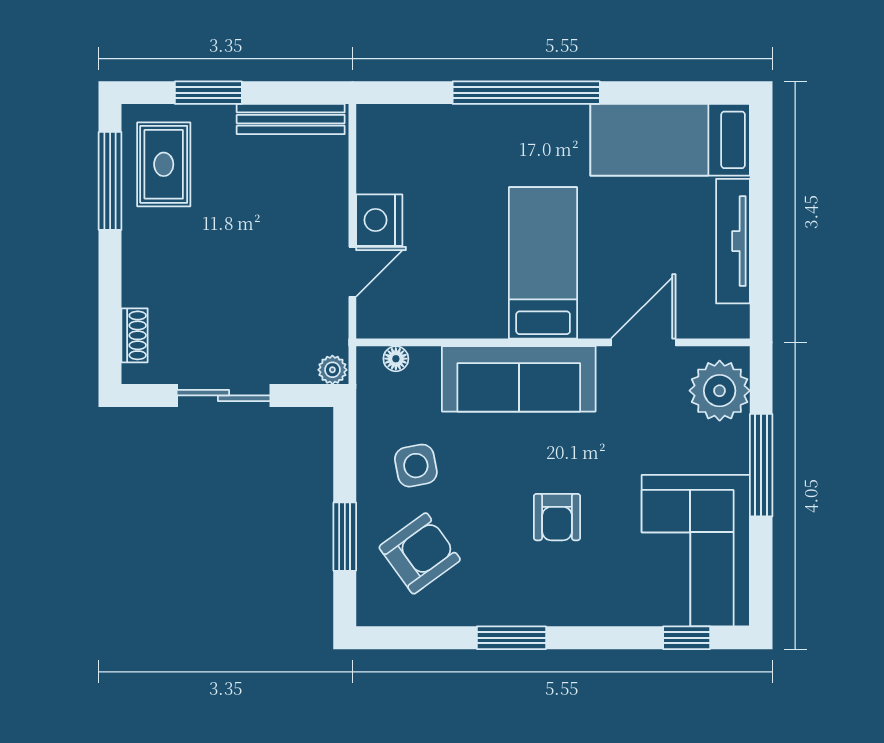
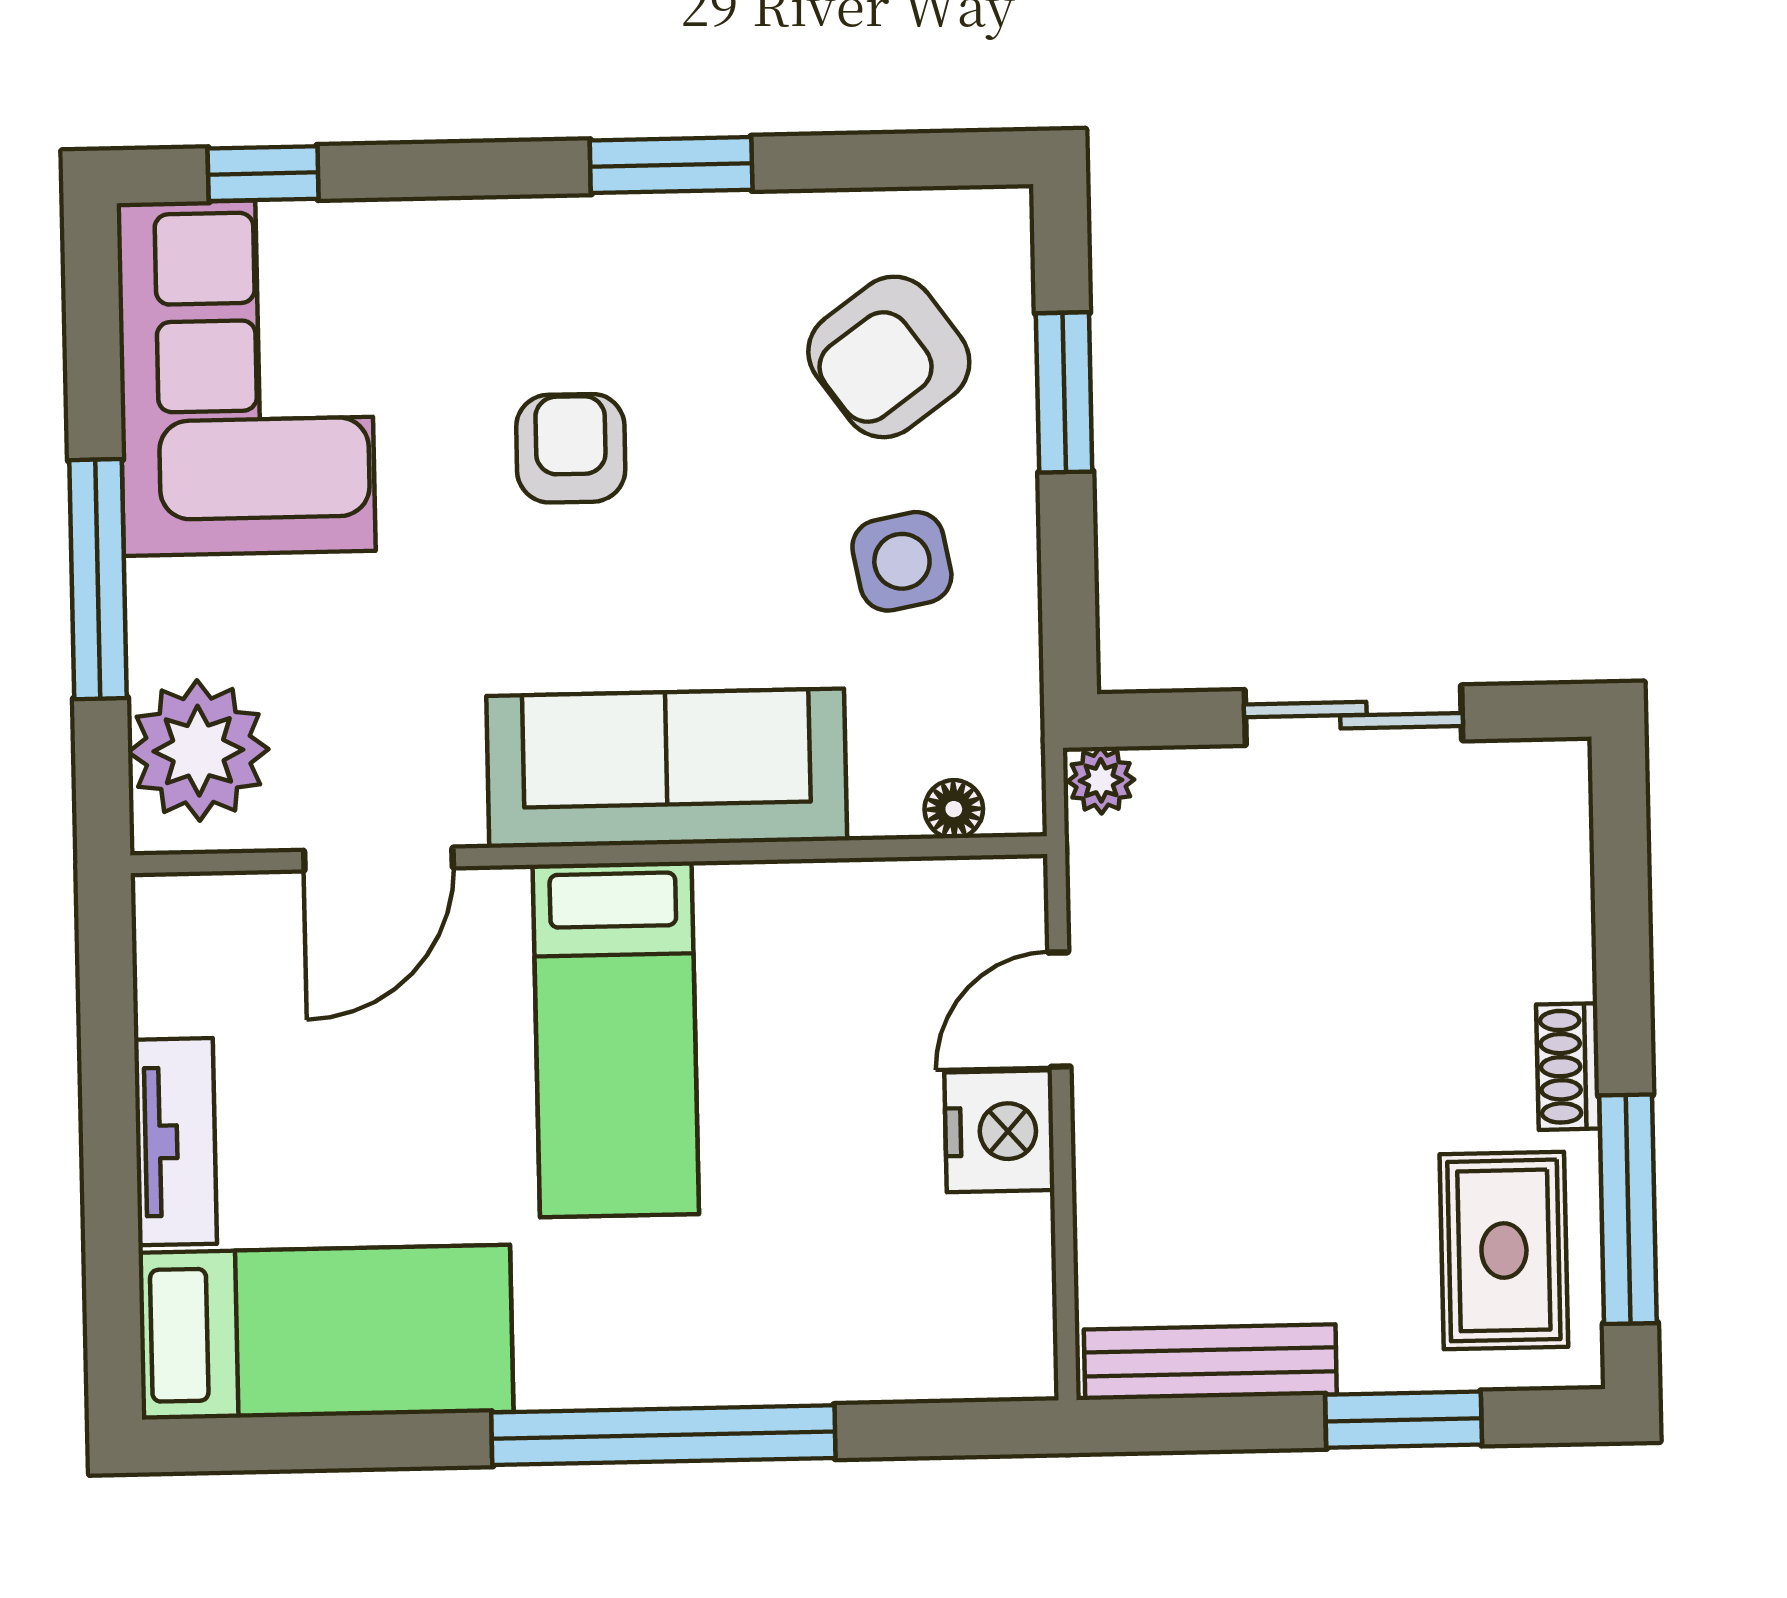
tv unit: (733, 241) -> (176, 1142), width x0.71
shoe rack: (135, 335) -> (1568, 1067), moved

